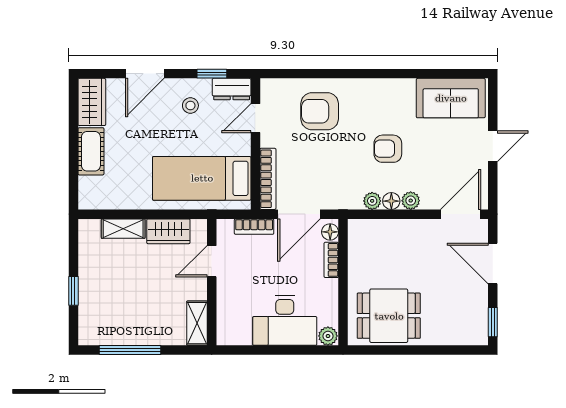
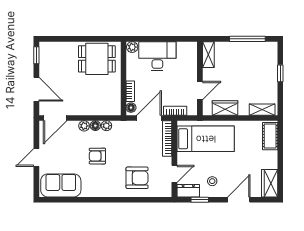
armchair: (388, 149) -> (97, 156), turned 180
cot: (91, 151) -> (270, 136), moved
shelving: (123, 229) -> (262, 110), moved

